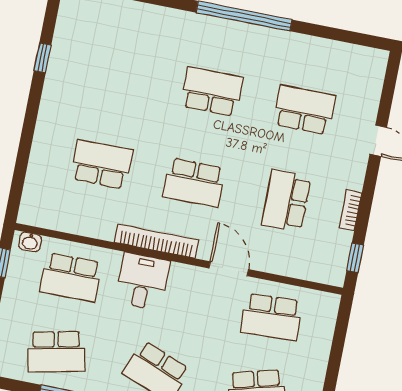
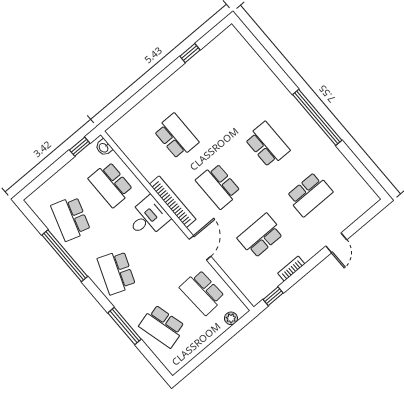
school desk: (304, 110) -> (309, 194), turned 90
plant: (327, 321) -> (231, 318), added
school desk: (56, 352) -> (71, 218), turned 30

